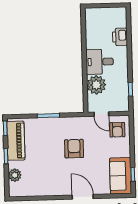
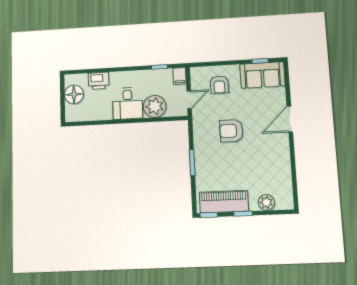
floor lamp: (109, 15) -> (74, 94), added
filing cabinet: (122, 106) -> (180, 76), added
armchair: (117, 130) -> (219, 85), moved, turned 90

